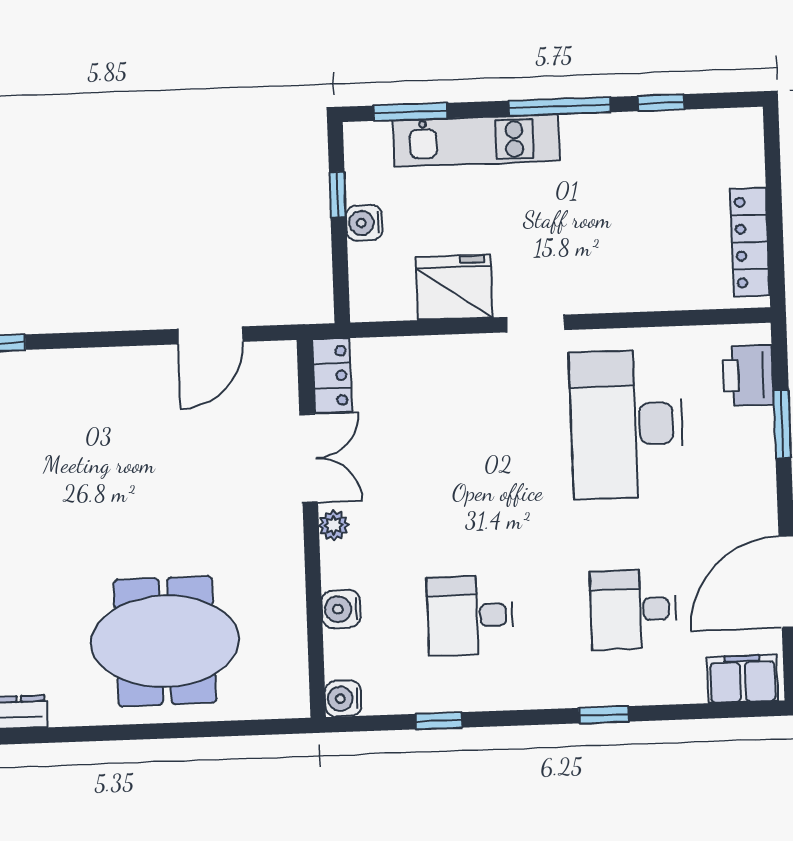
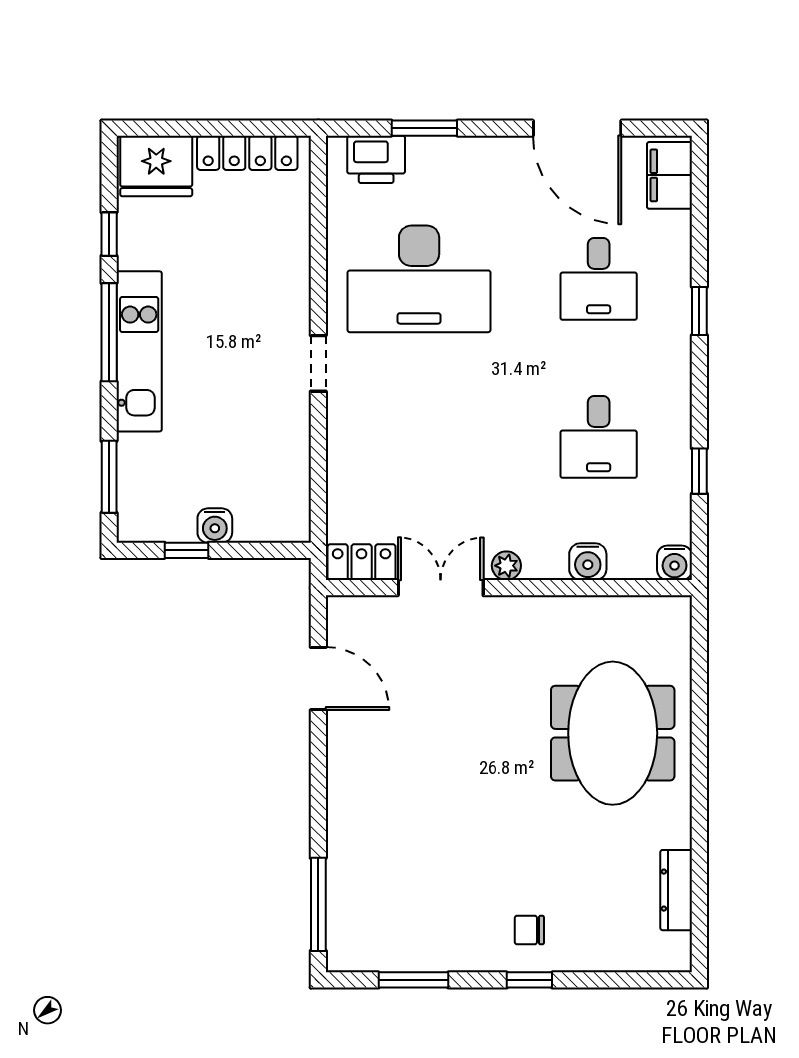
kitchen unit: (476, 141) -> (139, 351), moved
fridge: (454, 287) -> (156, 166), moved, turned -90

